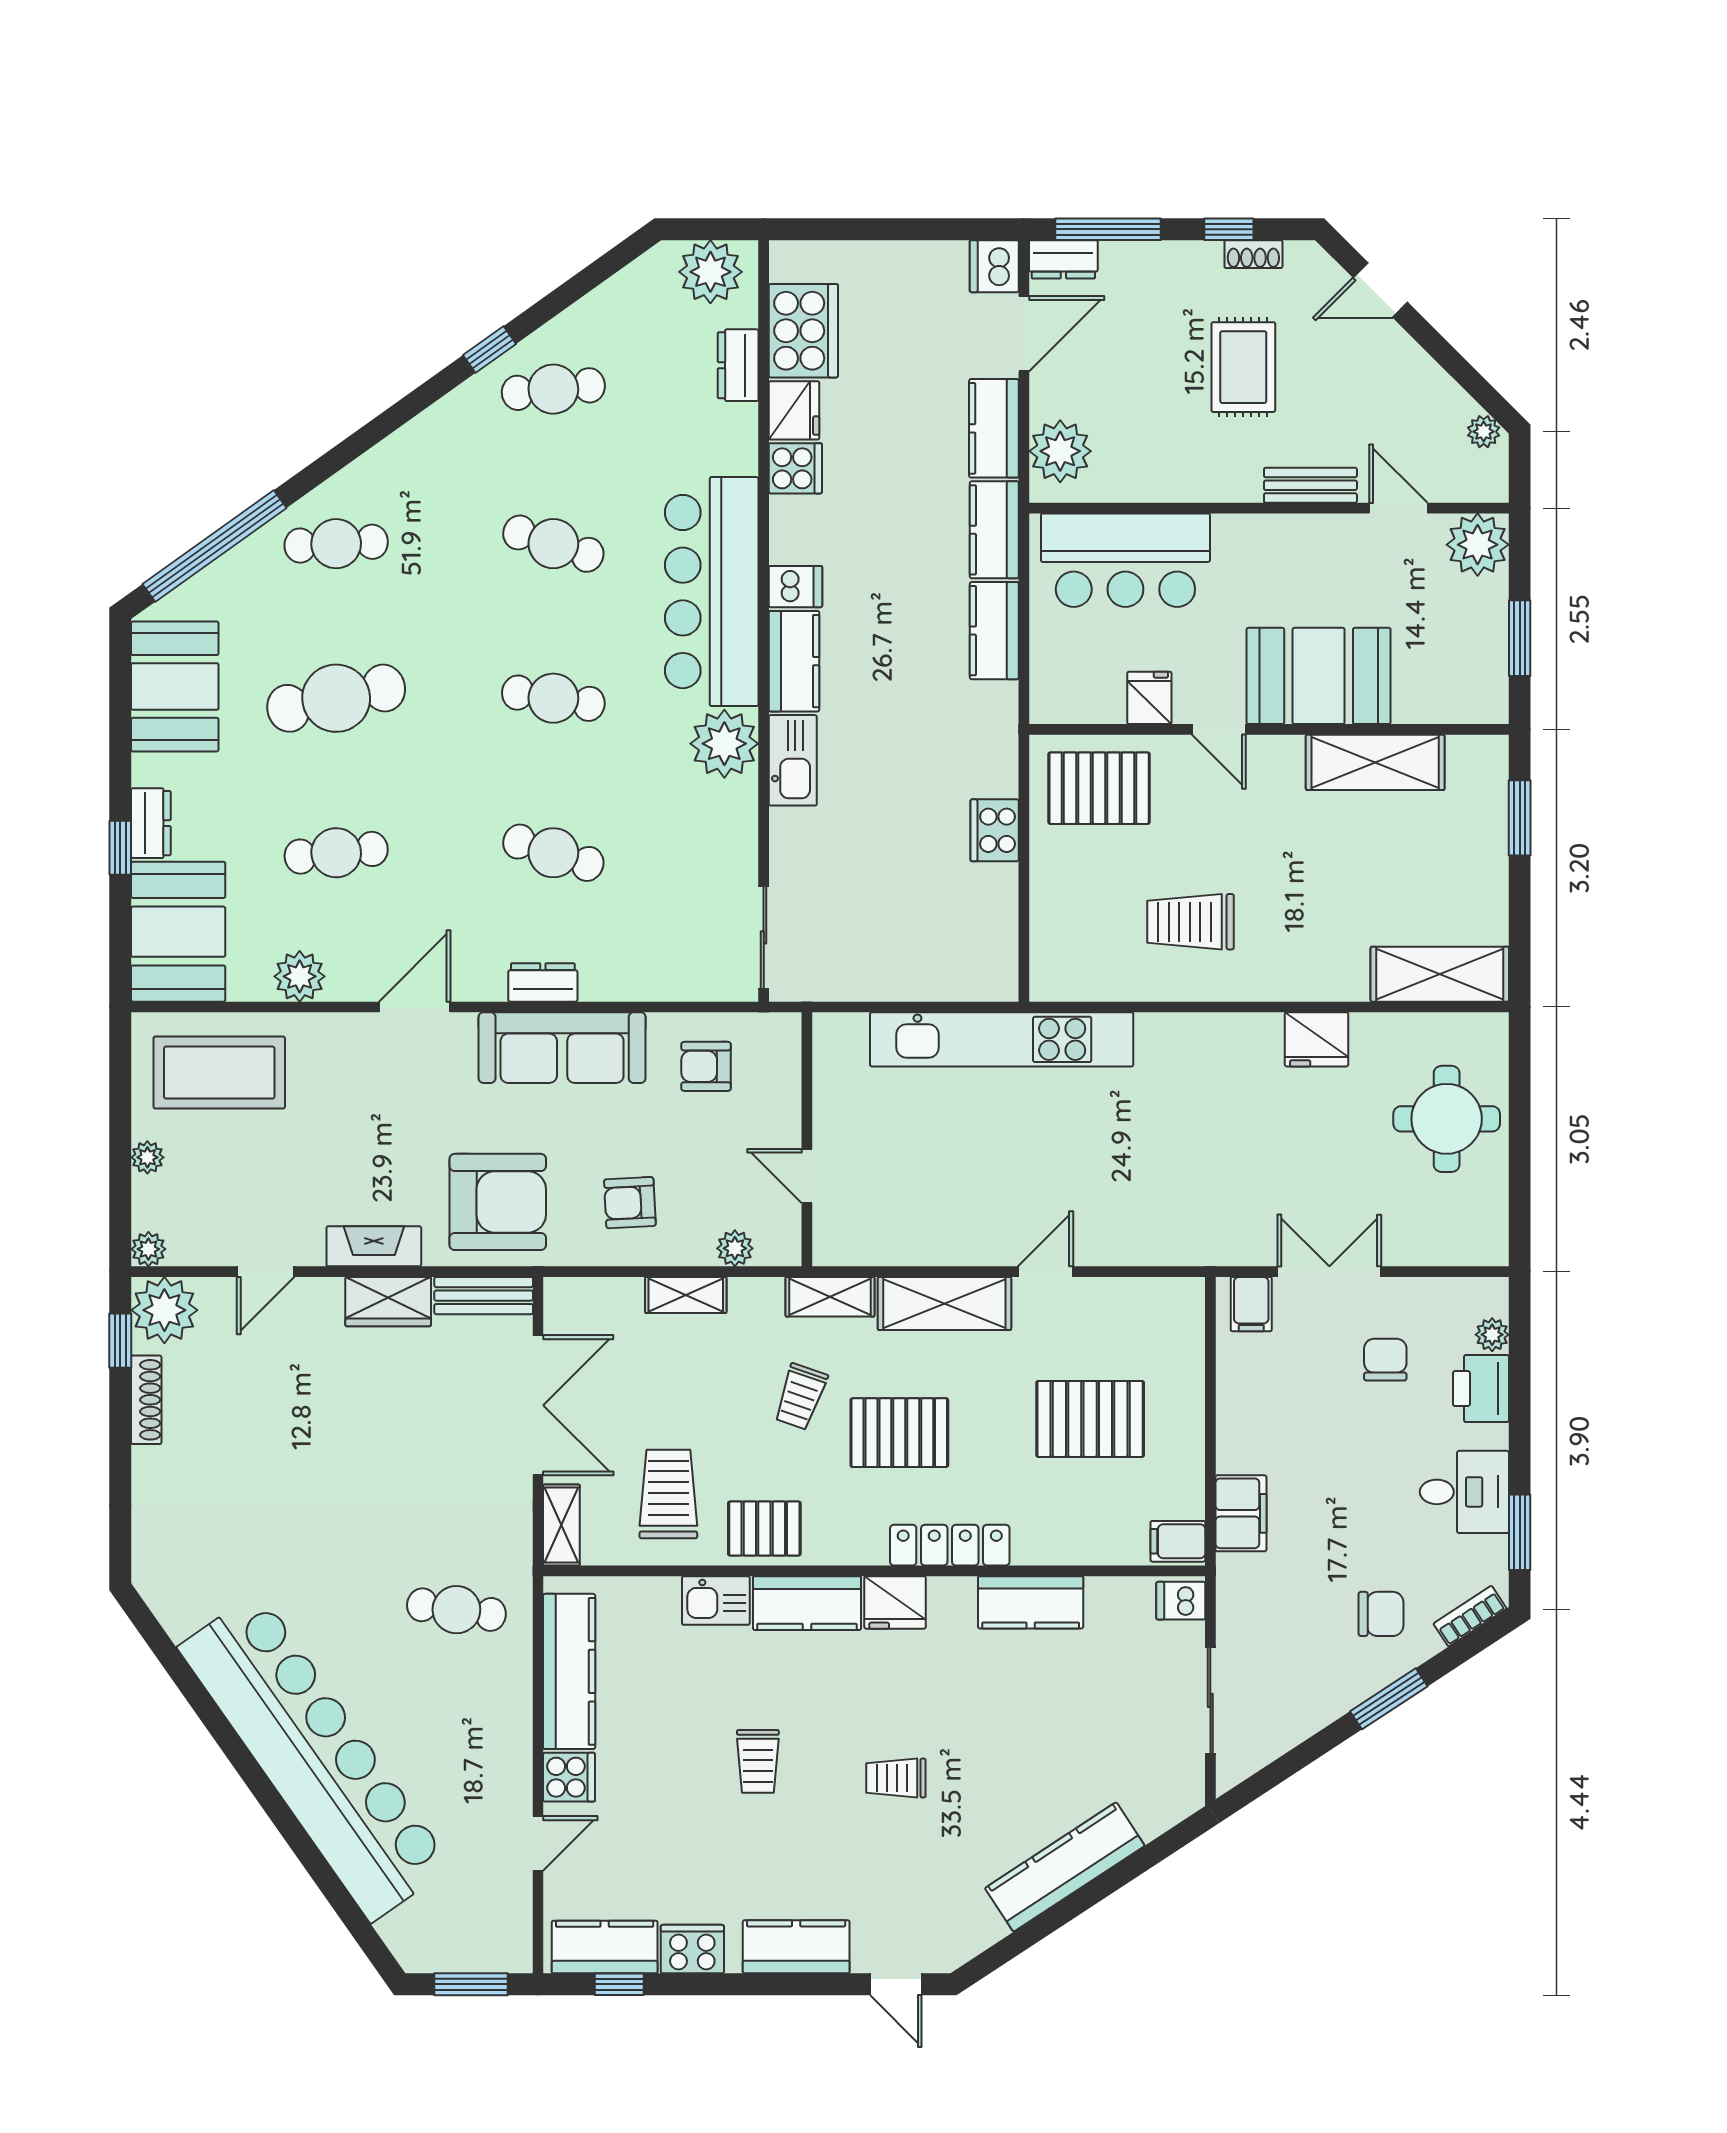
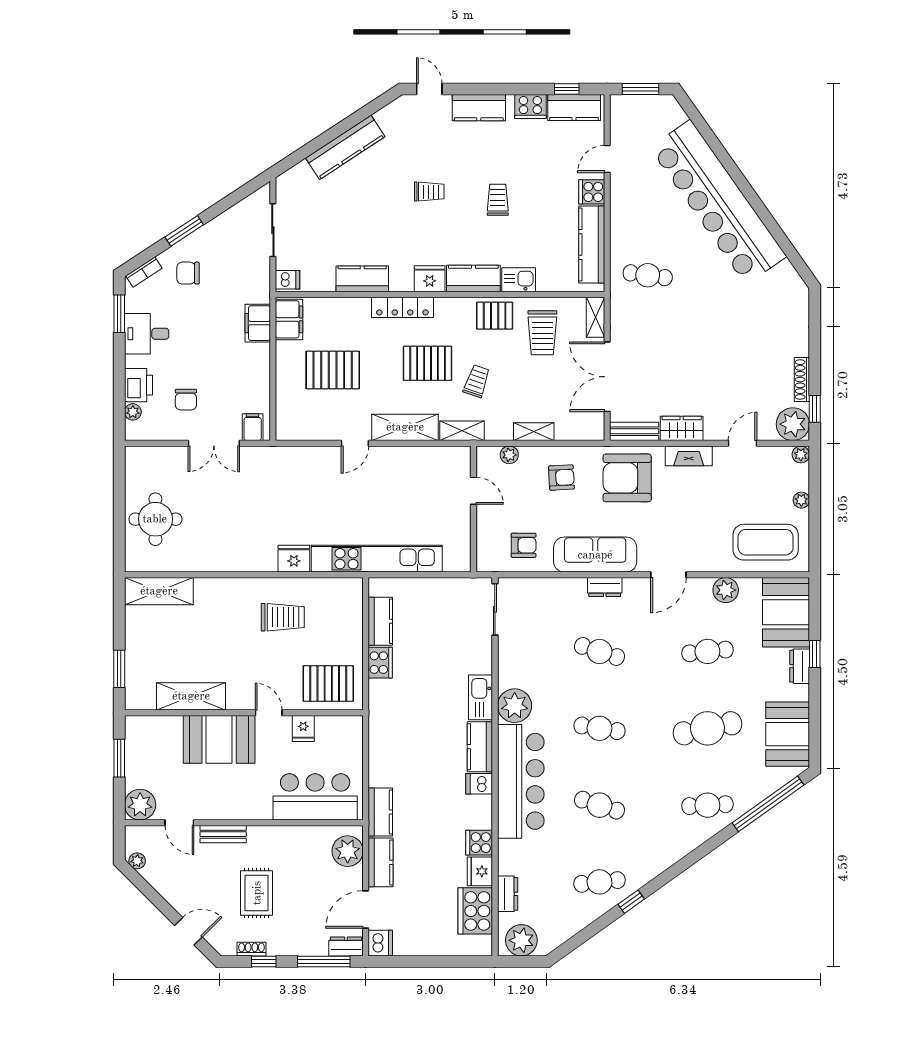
kitchen counter: (994, 631) -> (380, 621), moved
fridge: (1317, 1039) -> (294, 559), moved
filing cabinet: (1178, 1541) -> (289, 319), width x2.00

